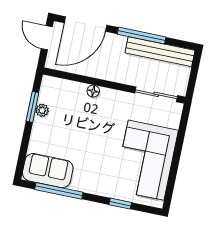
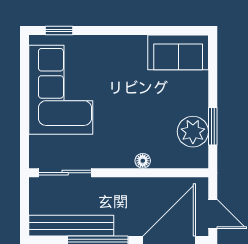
plant: (42, 110) -> (193, 132), width x1.88, depth x1.88
window: (59, 191) -> (159, 30), removed
window: (120, 204) -> (59, 30), moved

